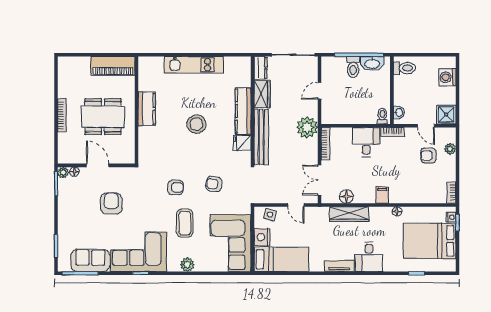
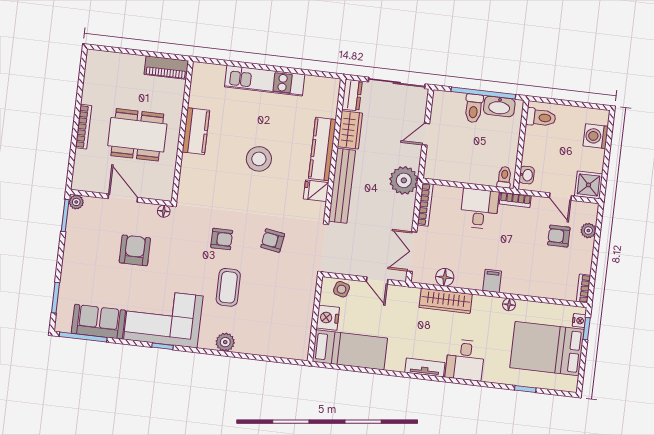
piano: (113, 66) -> (166, 68), width x0.73, depth x0.75
floor lamp: (74, 172) -> (164, 211), moved
corner sofa: (231, 243) -> (285, 321), removed

